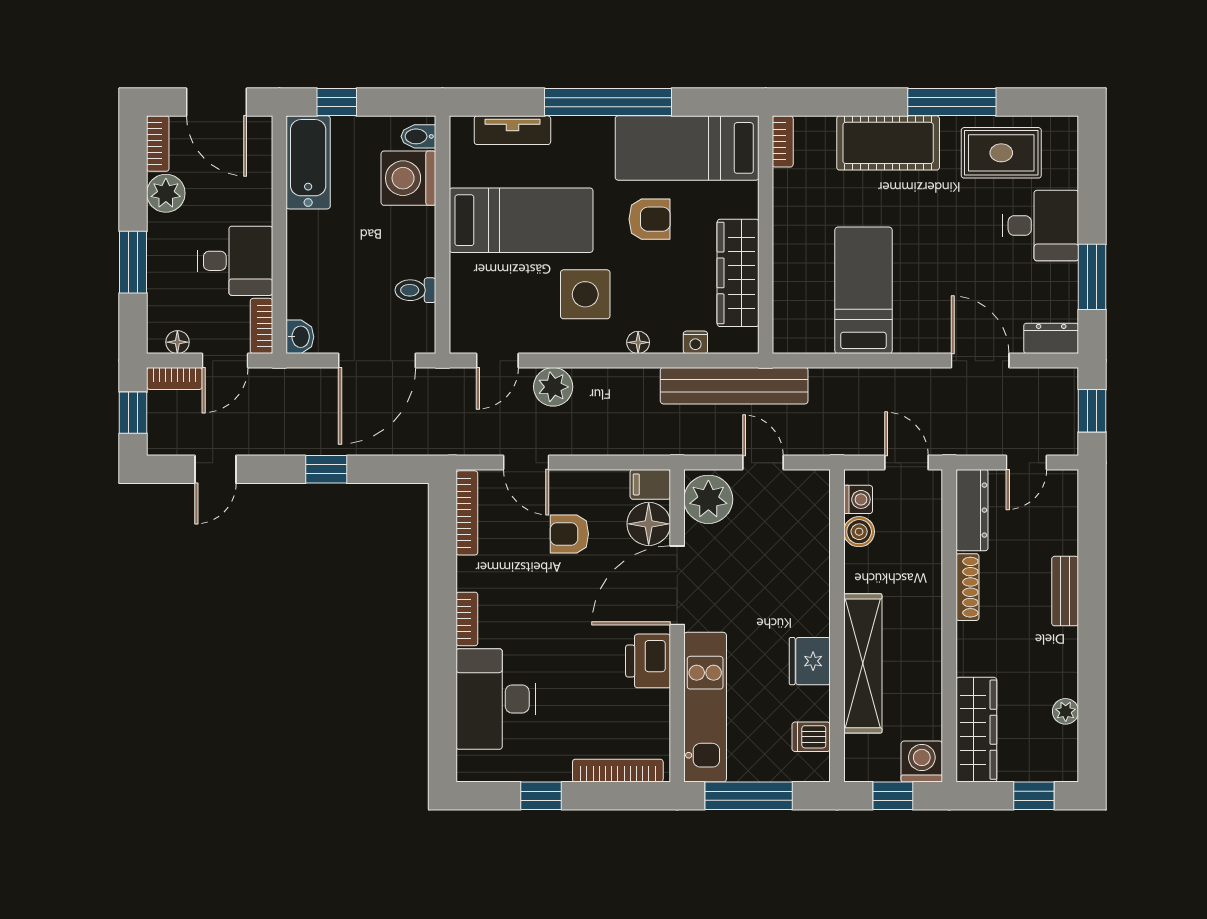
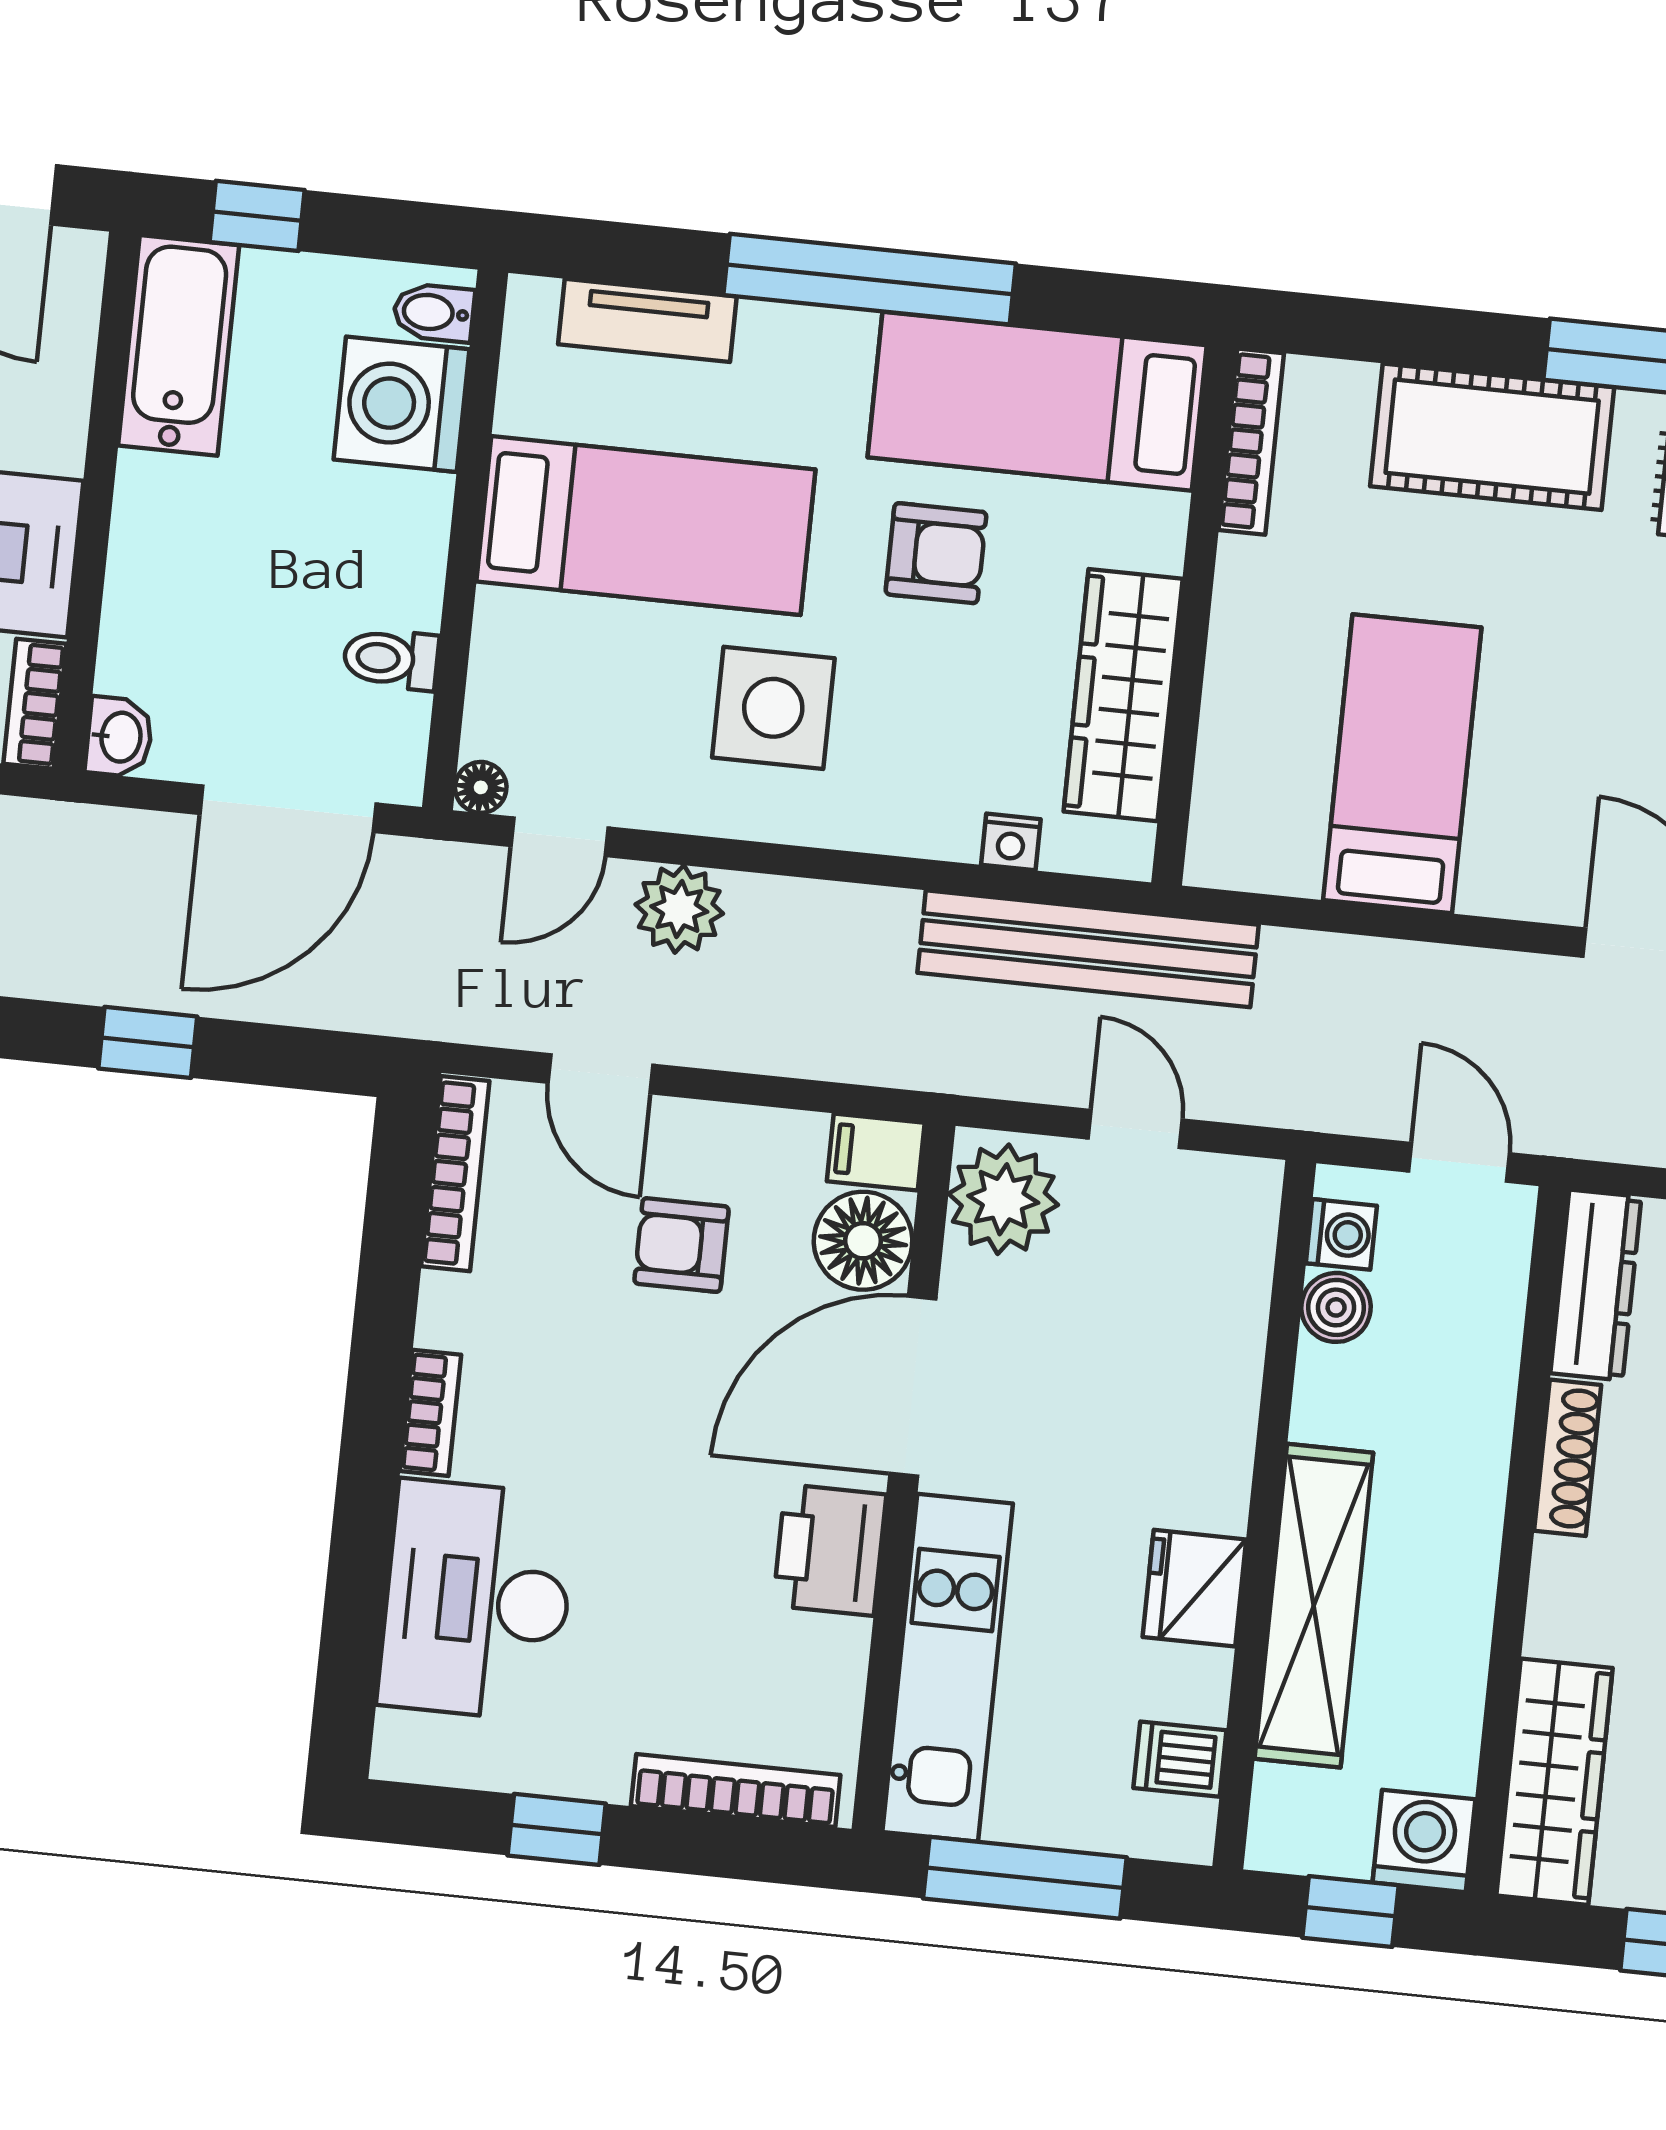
bookcase: (783, 141) -> (1251, 442), width x1.56
floor lamp: (638, 342) -> (481, 787), moved

